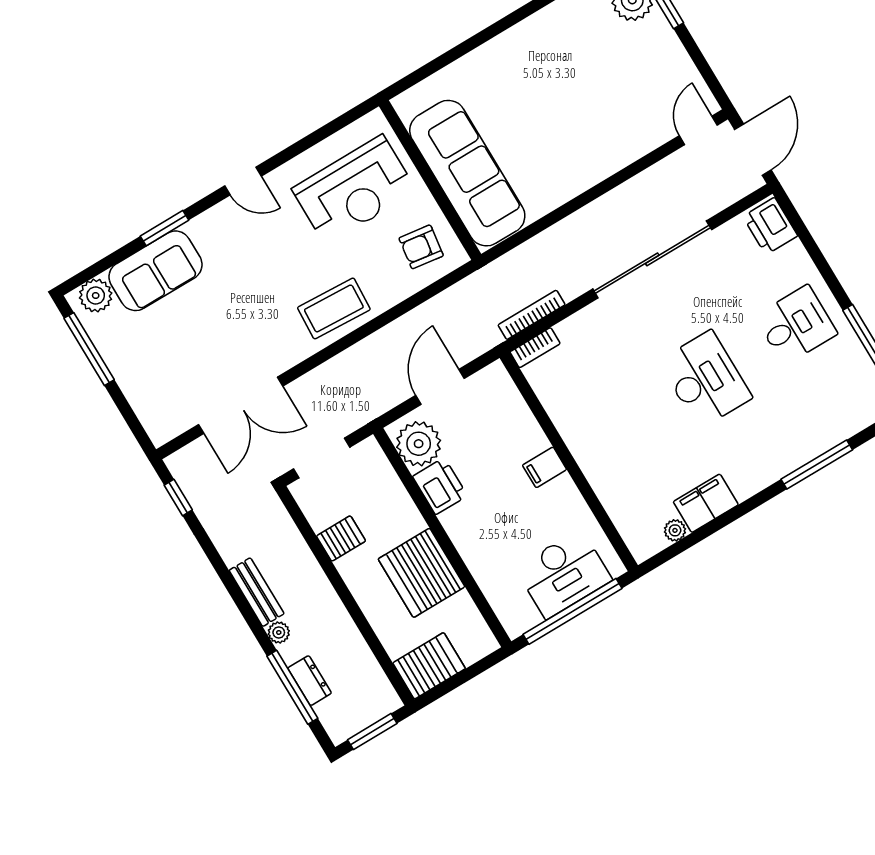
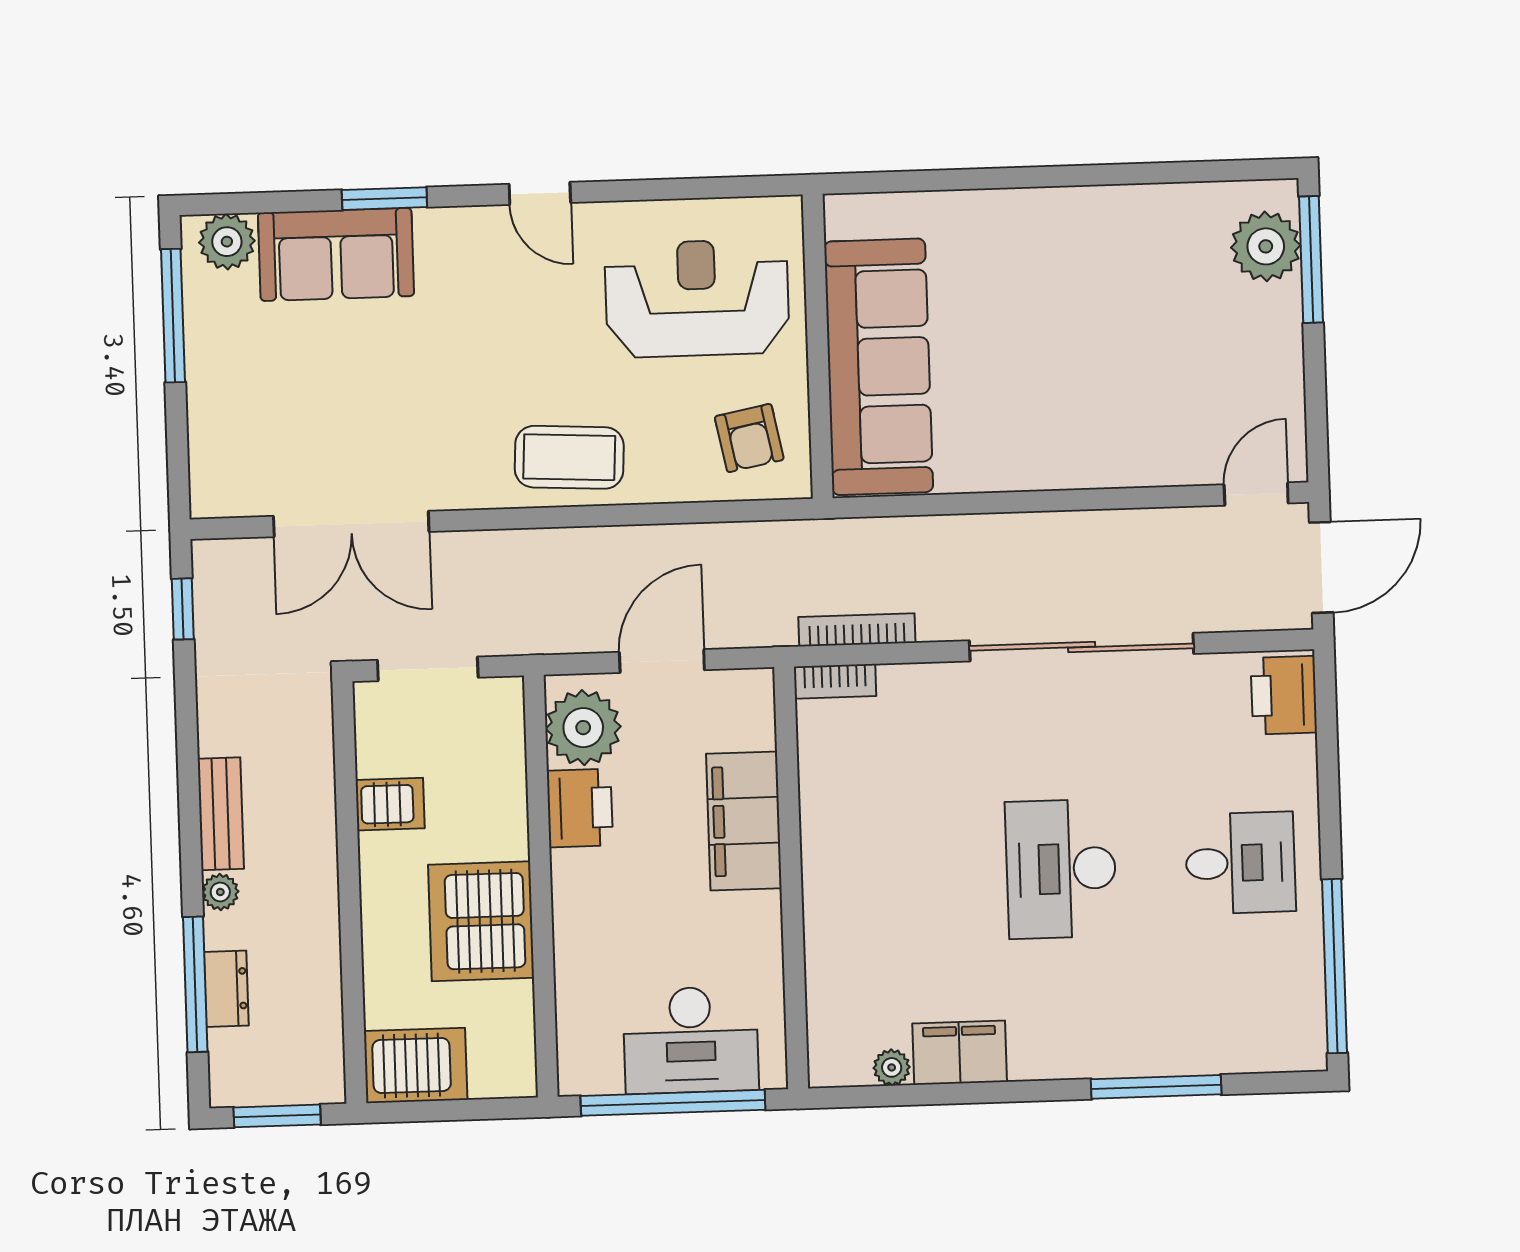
reception desk: (354, 190) -> (697, 298), turned 180
armchair: (421, 247) -> (749, 438), turned -109
desk: (705, 379) -> (1061, 869), turned 180
filing cabinet: (545, 467) -> (744, 821), width x3.00, depth x1.17

